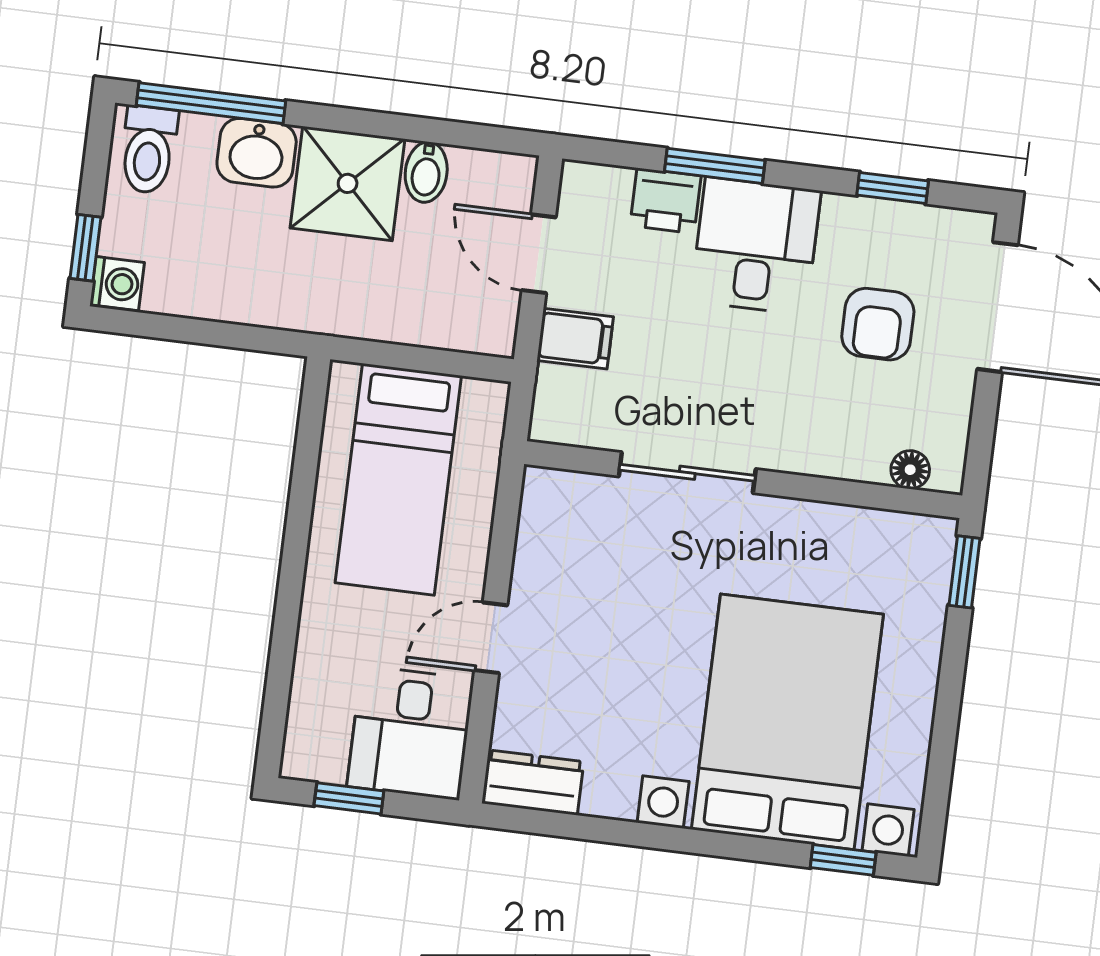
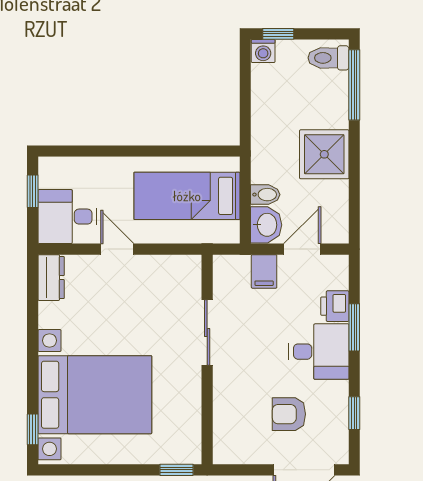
washbasin: (257, 153) -> (266, 225), moved, turned 180
bidet: (426, 172) -> (265, 195), moved, turned 180
floor lamp: (910, 470) -> (222, 438), removed

